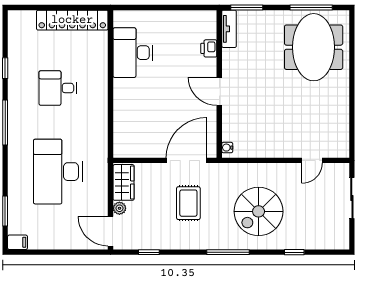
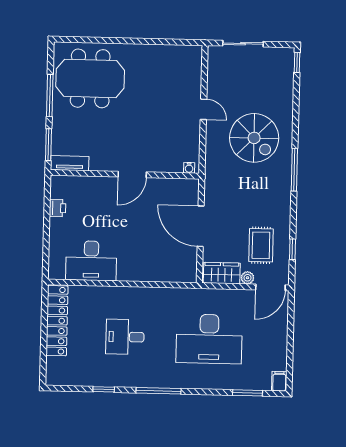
window: (311, 7) -> (50, 96), moved
printer: (209, 48) -> (58, 208), moved, turned -90
desk: (58, 88) -> (125, 337), turned 90
door: (186, 160) -> (201, 226), moved
door: (312, 160) -> (203, 109), moved
rug: (188, 203) -> (261, 245), moved, turned 90
window: (294, 252) -> (297, 62), moved

